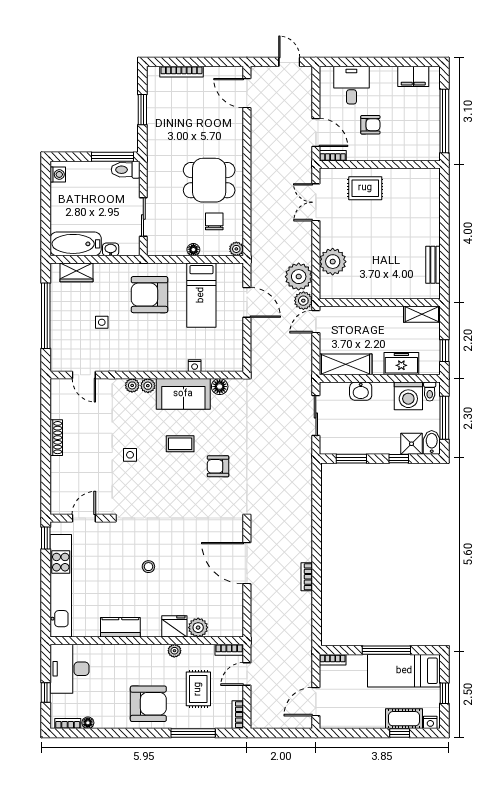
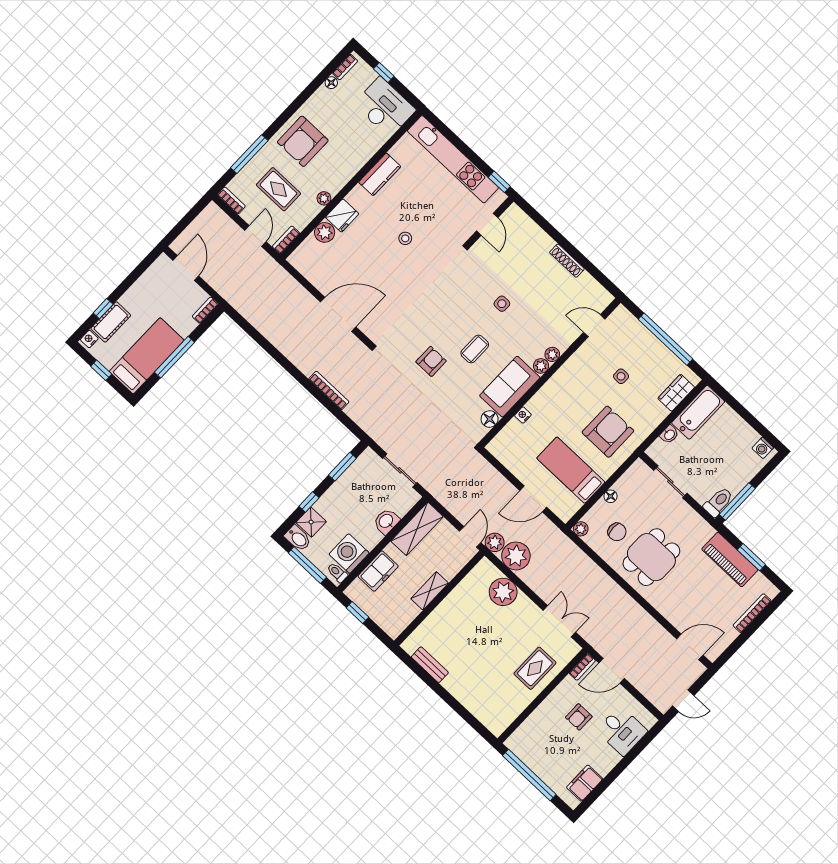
piano: (158, 123) -> (730, 560), added
shelving: (422, 314) -> (430, 591), moved
bookcase: (307, 577) -> (329, 390), moved, width x1.56

